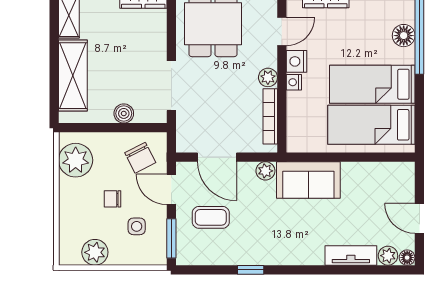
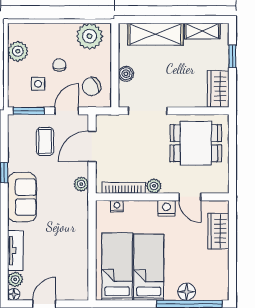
nightstand: (294, 82) -> (117, 206), moved
sofa: (308, 180) -> (22, 197), moved, turned 180

